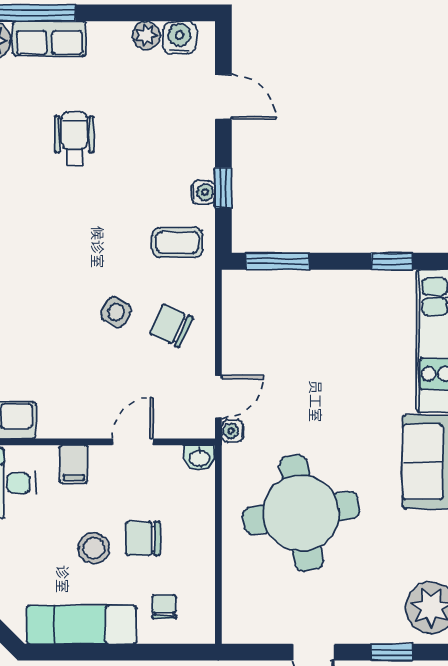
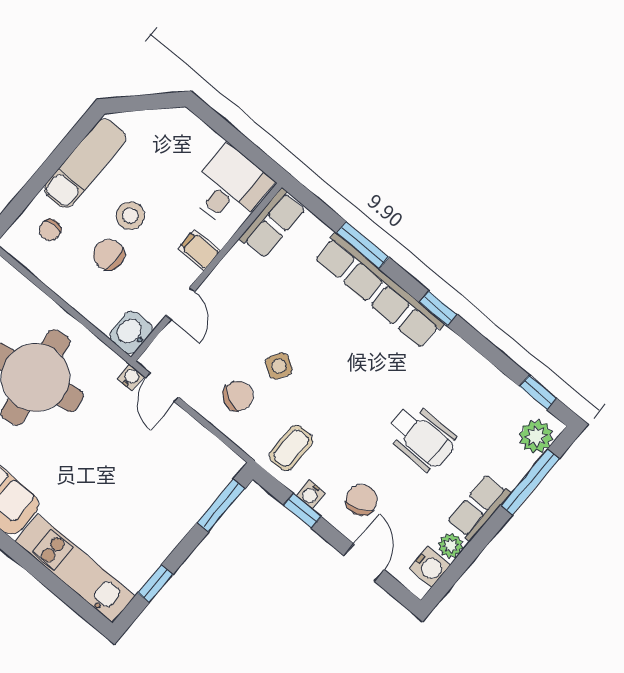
row of seats: (49, 38) -> (479, 507), moved
door: (223, 97) -> (364, 563), swing flipped
wheelchair: (74, 139) -> (421, 437), width x1.36, depth x1.37
chair: (171, 145) -> (362, 500), added
washbasin: (199, 458) -> (131, 332), width x1.38, depth x1.45
chair: (143, 539) -> (109, 255), turned -90
chair: (164, 607) -> (50, 230), turned 90

